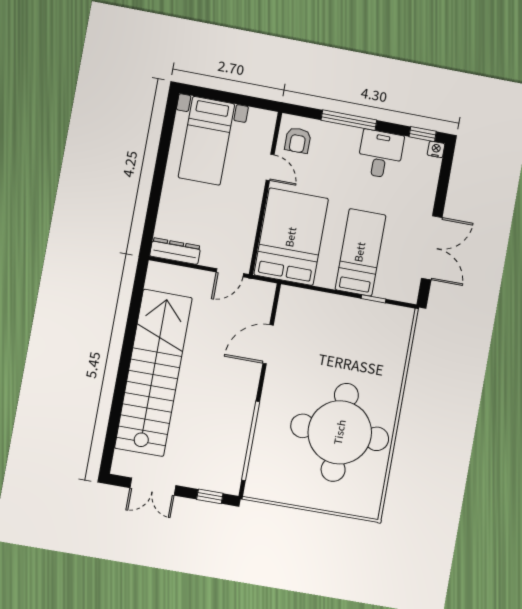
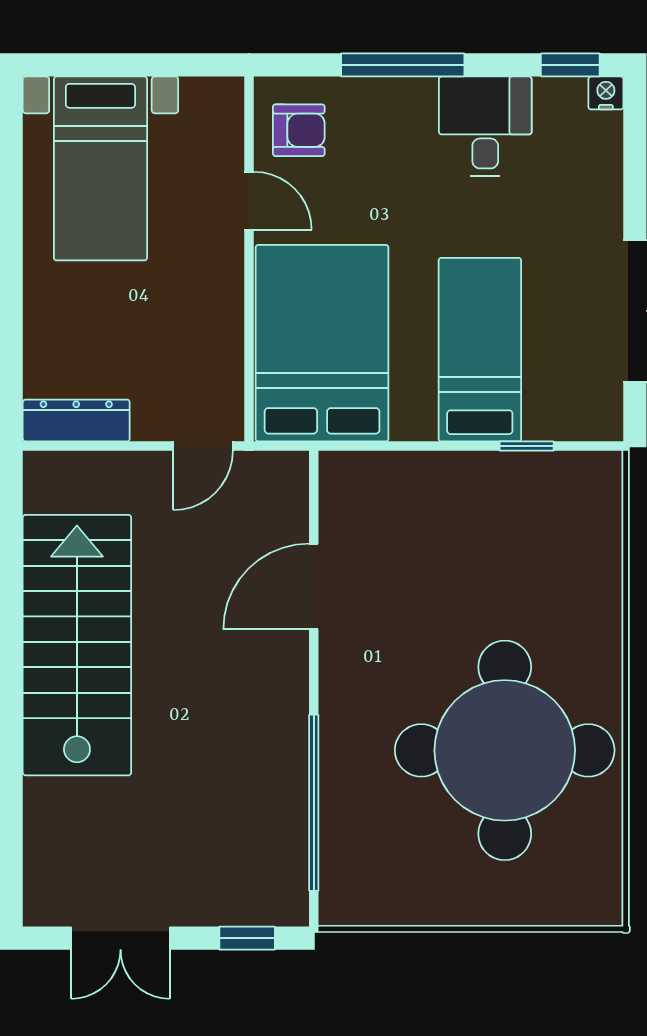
armchair: (298, 140) -> (299, 130), turned -90
stairs: (153, 373) -> (77, 645), width x0.73

